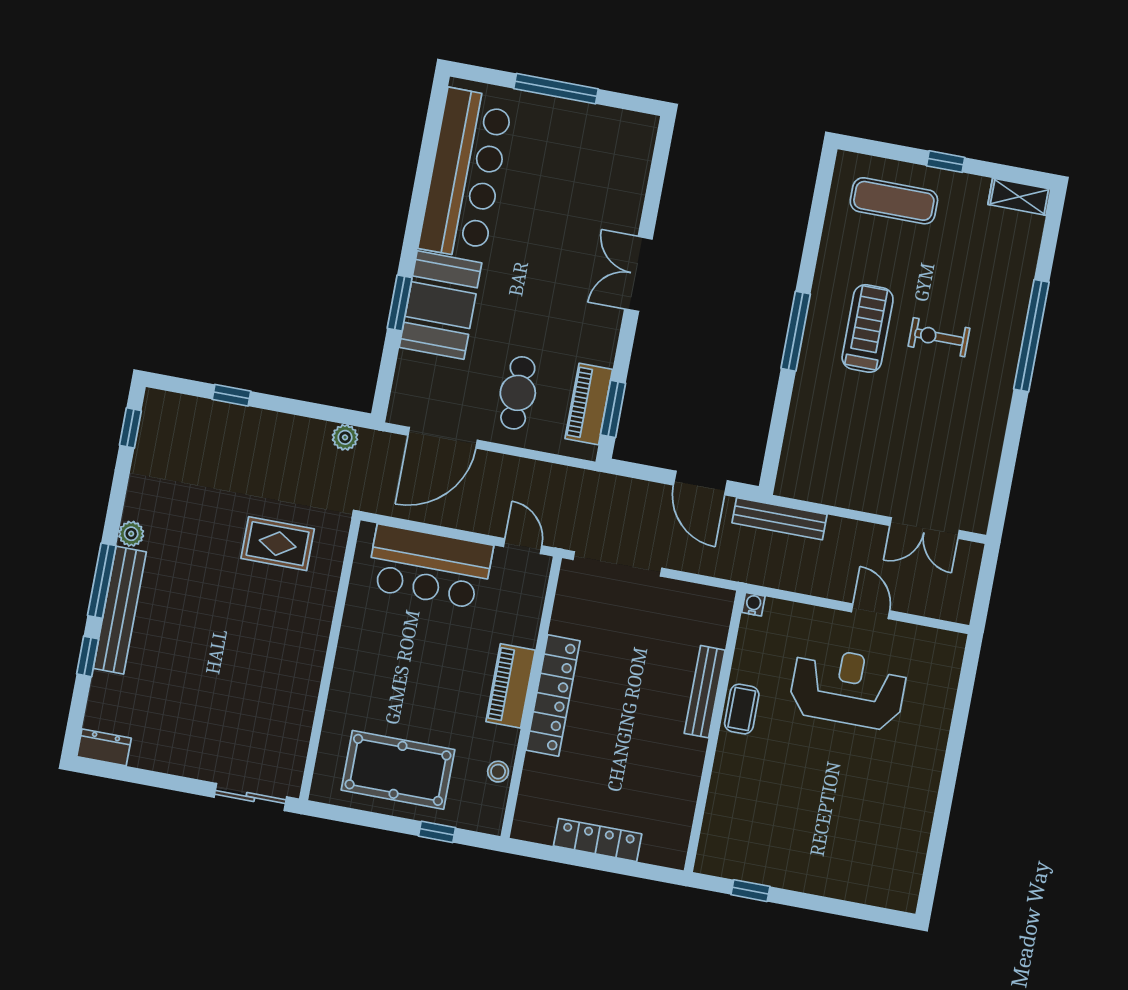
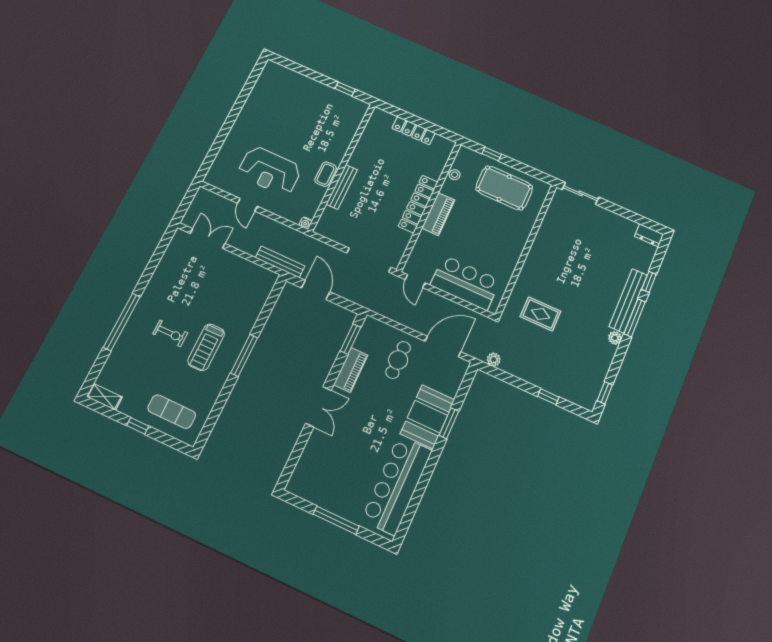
piano: (589, 404) -> (351, 370), moved

